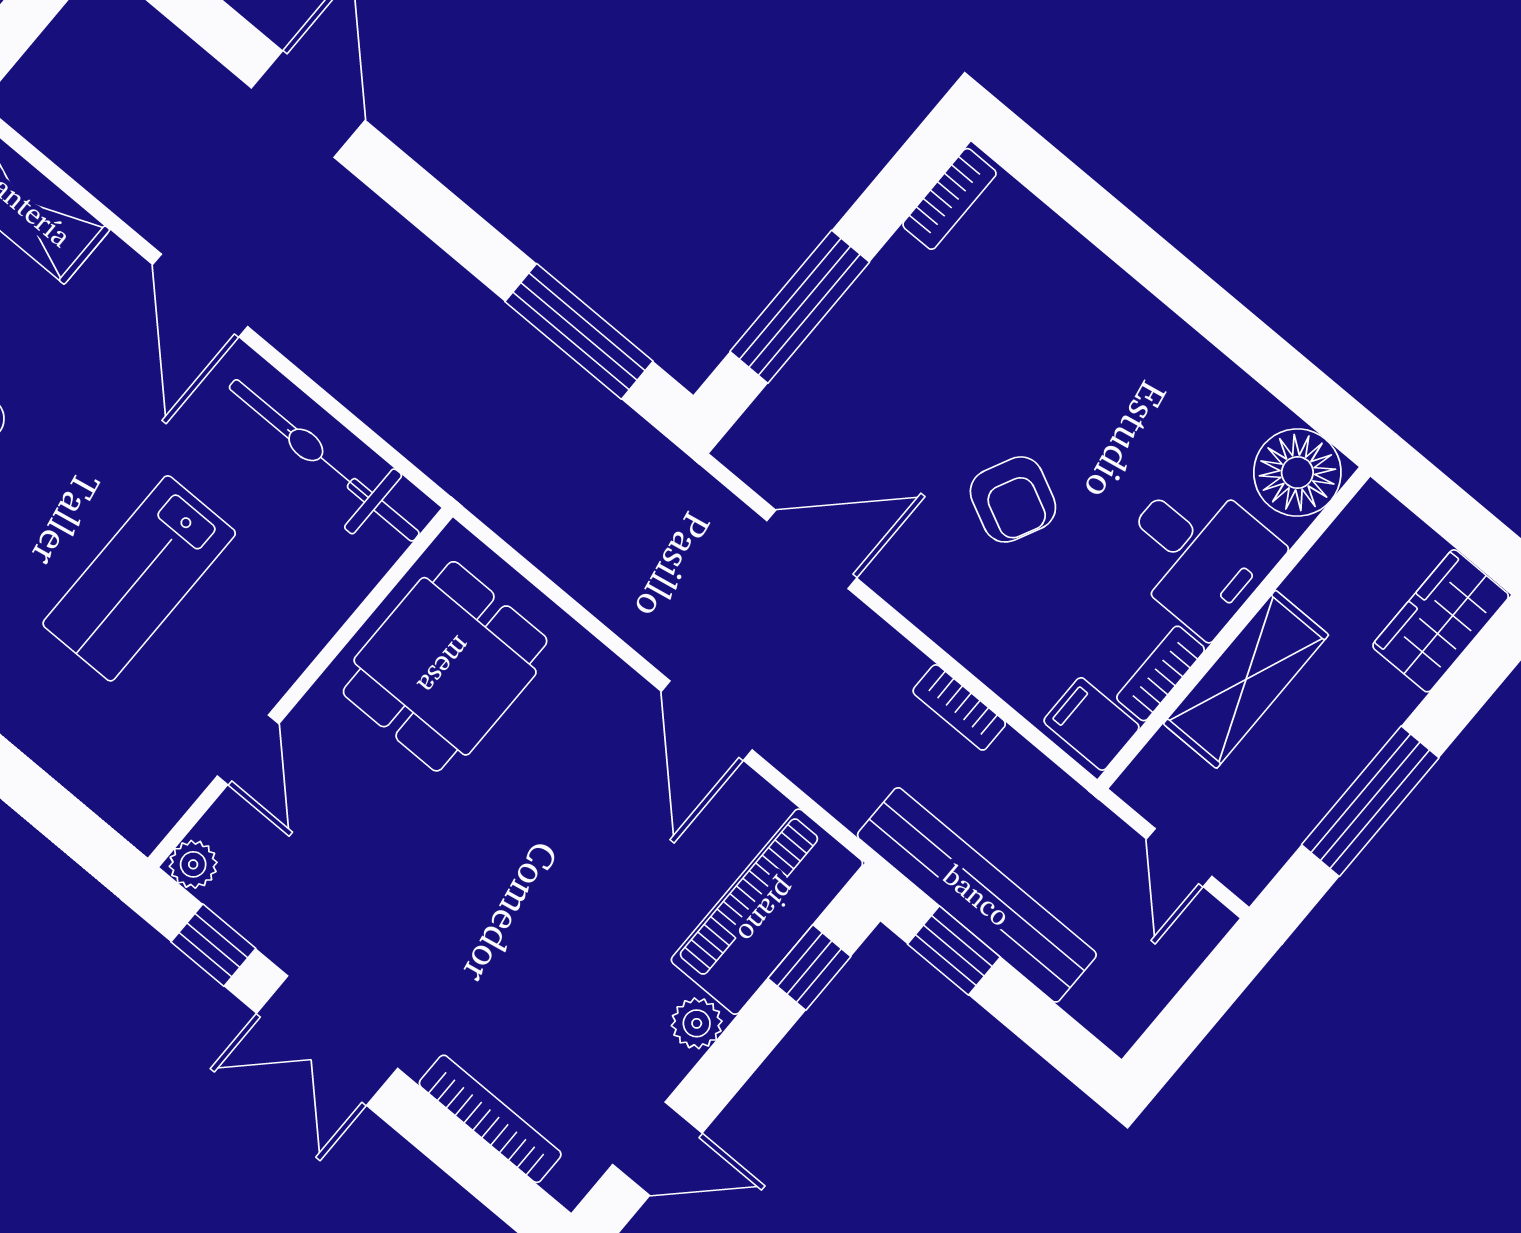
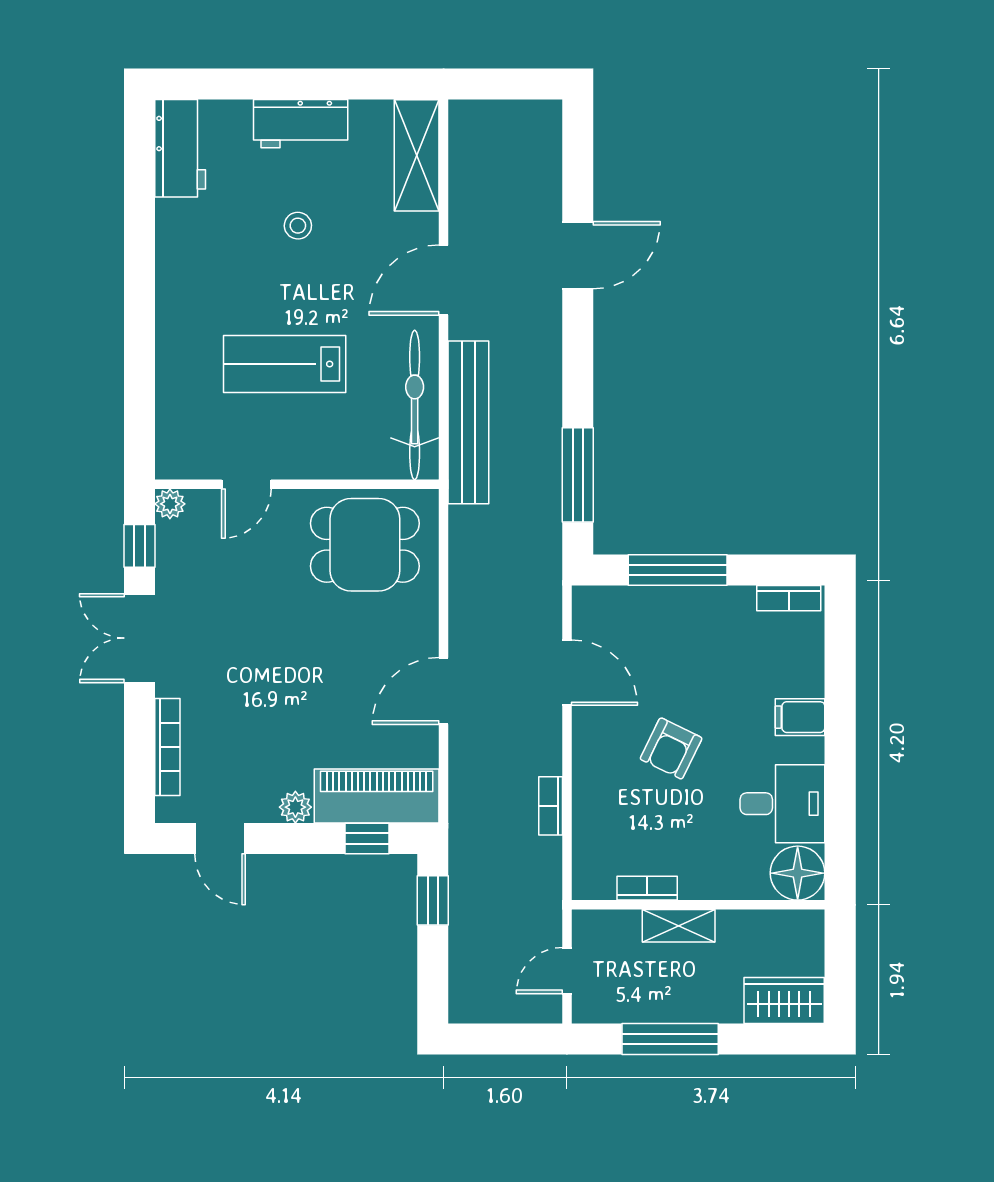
desk: (1198, 553) -> (782, 804), moved, turned -90
shelving: (1246, 679) -> (679, 926), width x0.67, depth x0.75
filing cabinet: (1092, 724) -> (800, 717), moved, turned -90
bench: (977, 895) -> (468, 422), moved

